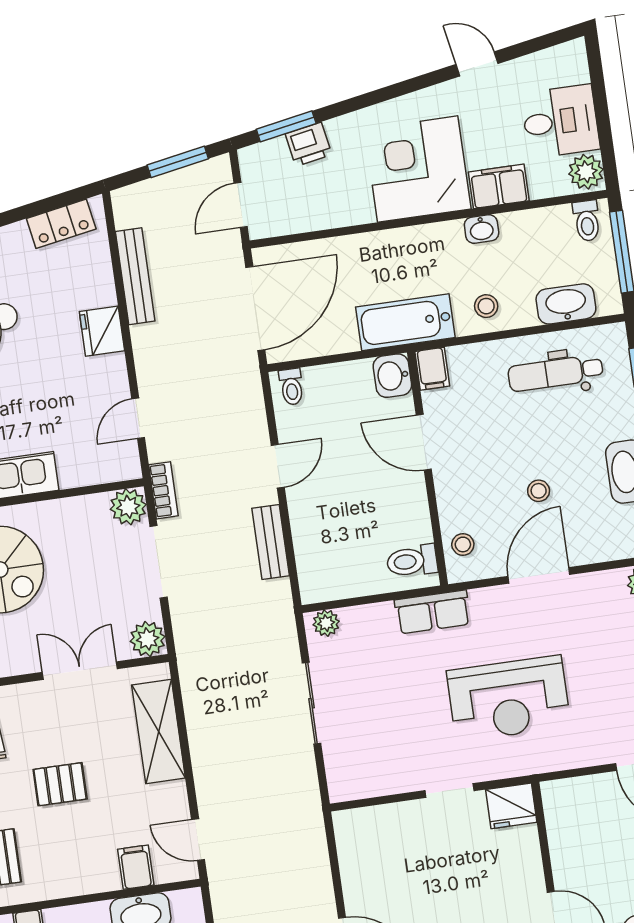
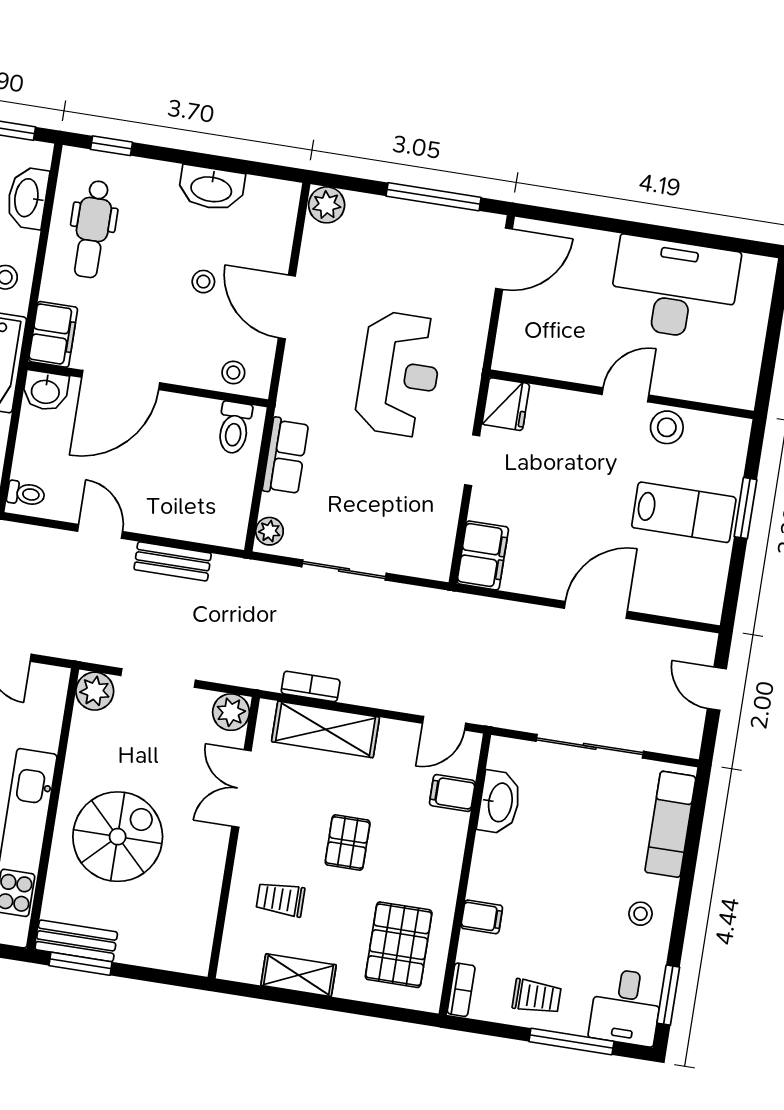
filing cabinet: (432, 369) -> (53, 334), width x2.00
door: (424, 442) -> (121, 380), width x1.36
bookcase: (163, 490) -> (311, 686), moved
row of seats: (433, 612) -> (286, 456), moved
filing cabinet: (364, 828) -> (483, 555), added

